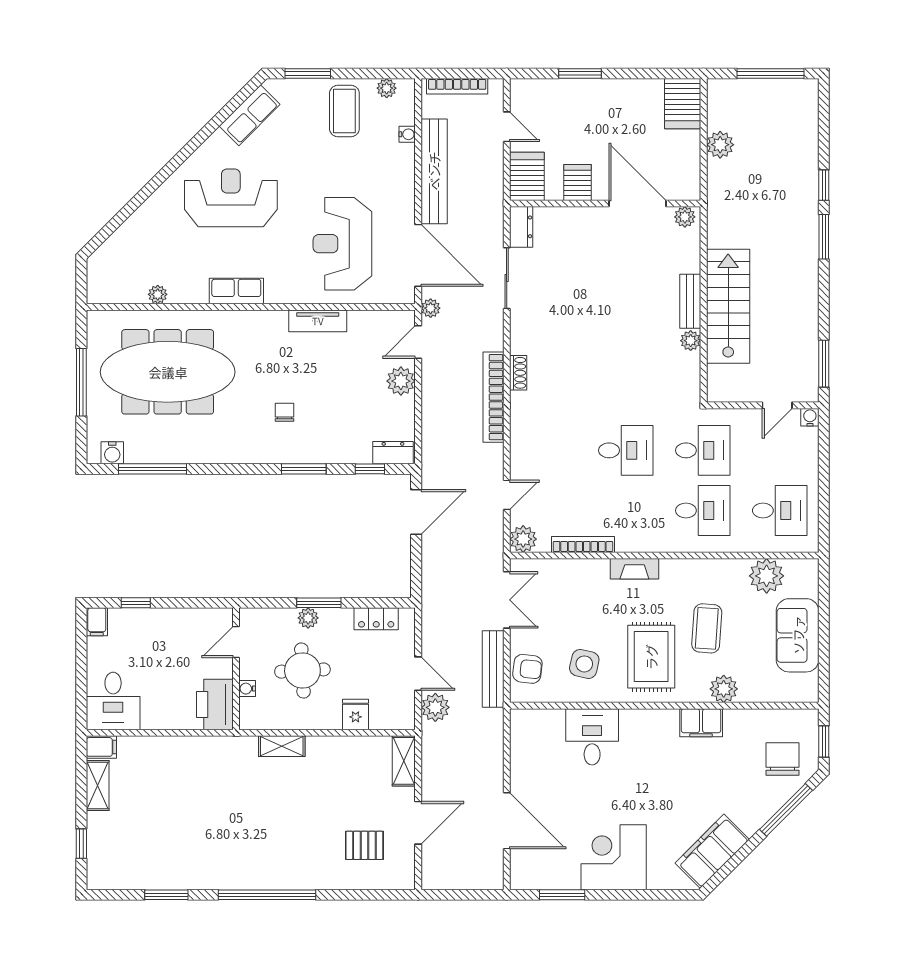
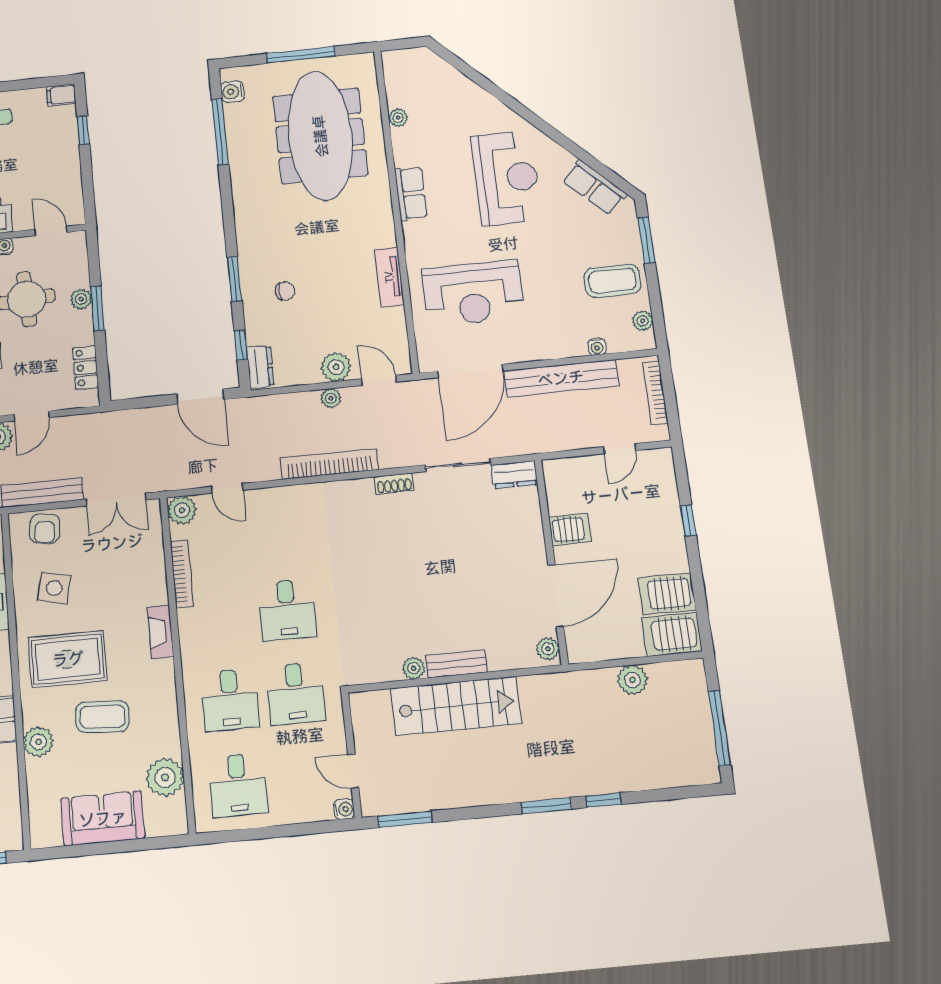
window: (580, 74) -> (688, 520), width x0.67
server rack: (527, 176) -> (667, 594), moved, turned 180
reception desk: (342, 244) -> (473, 293), turned 180
plant: (431, 308) -> (331, 398), moved
shoe rack: (518, 373) -> (394, 483), moved
chair: (285, 412) -> (285, 291), moved

